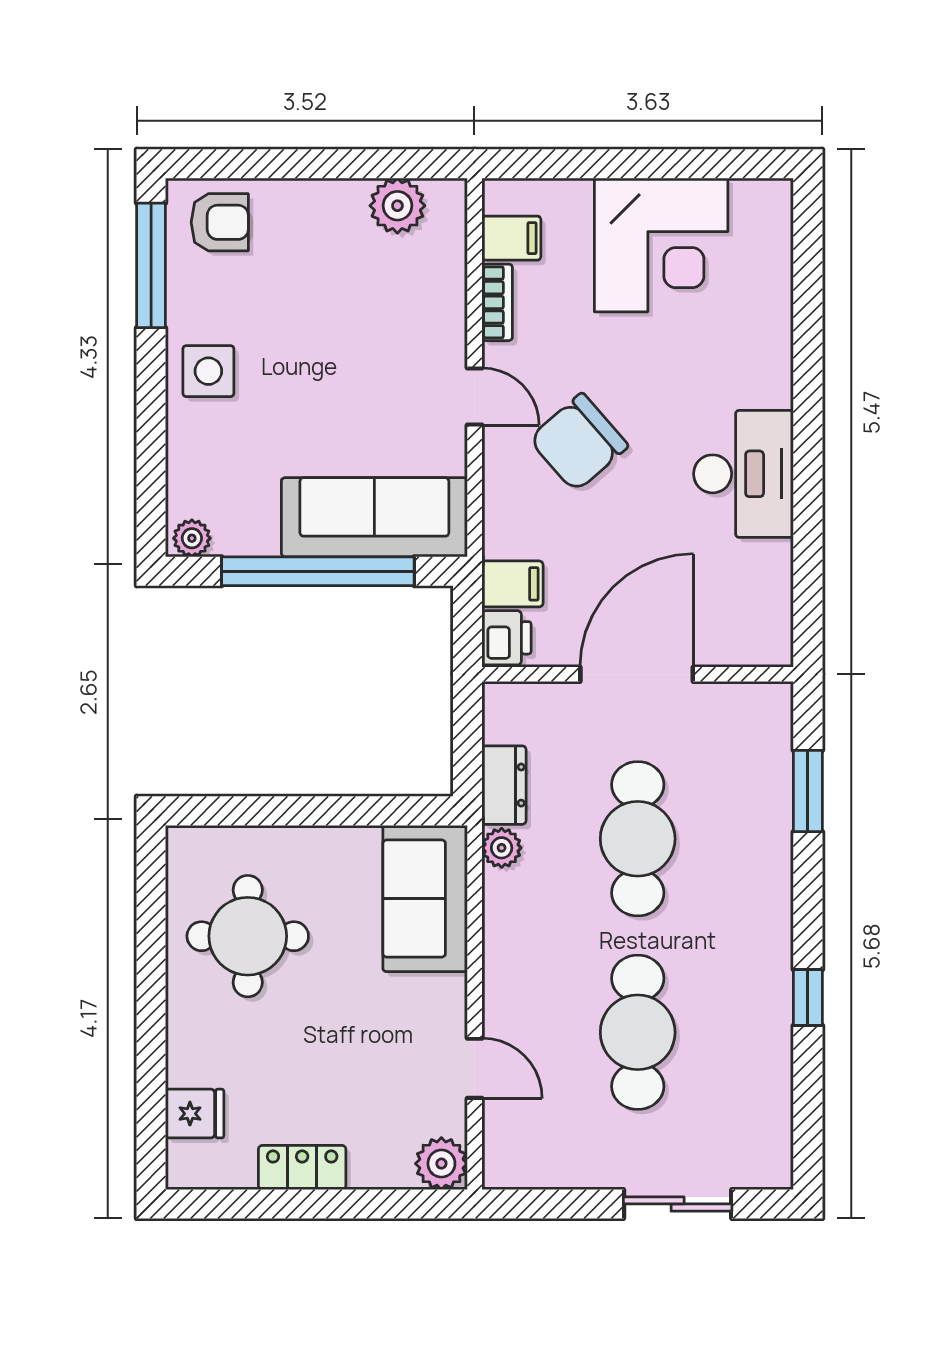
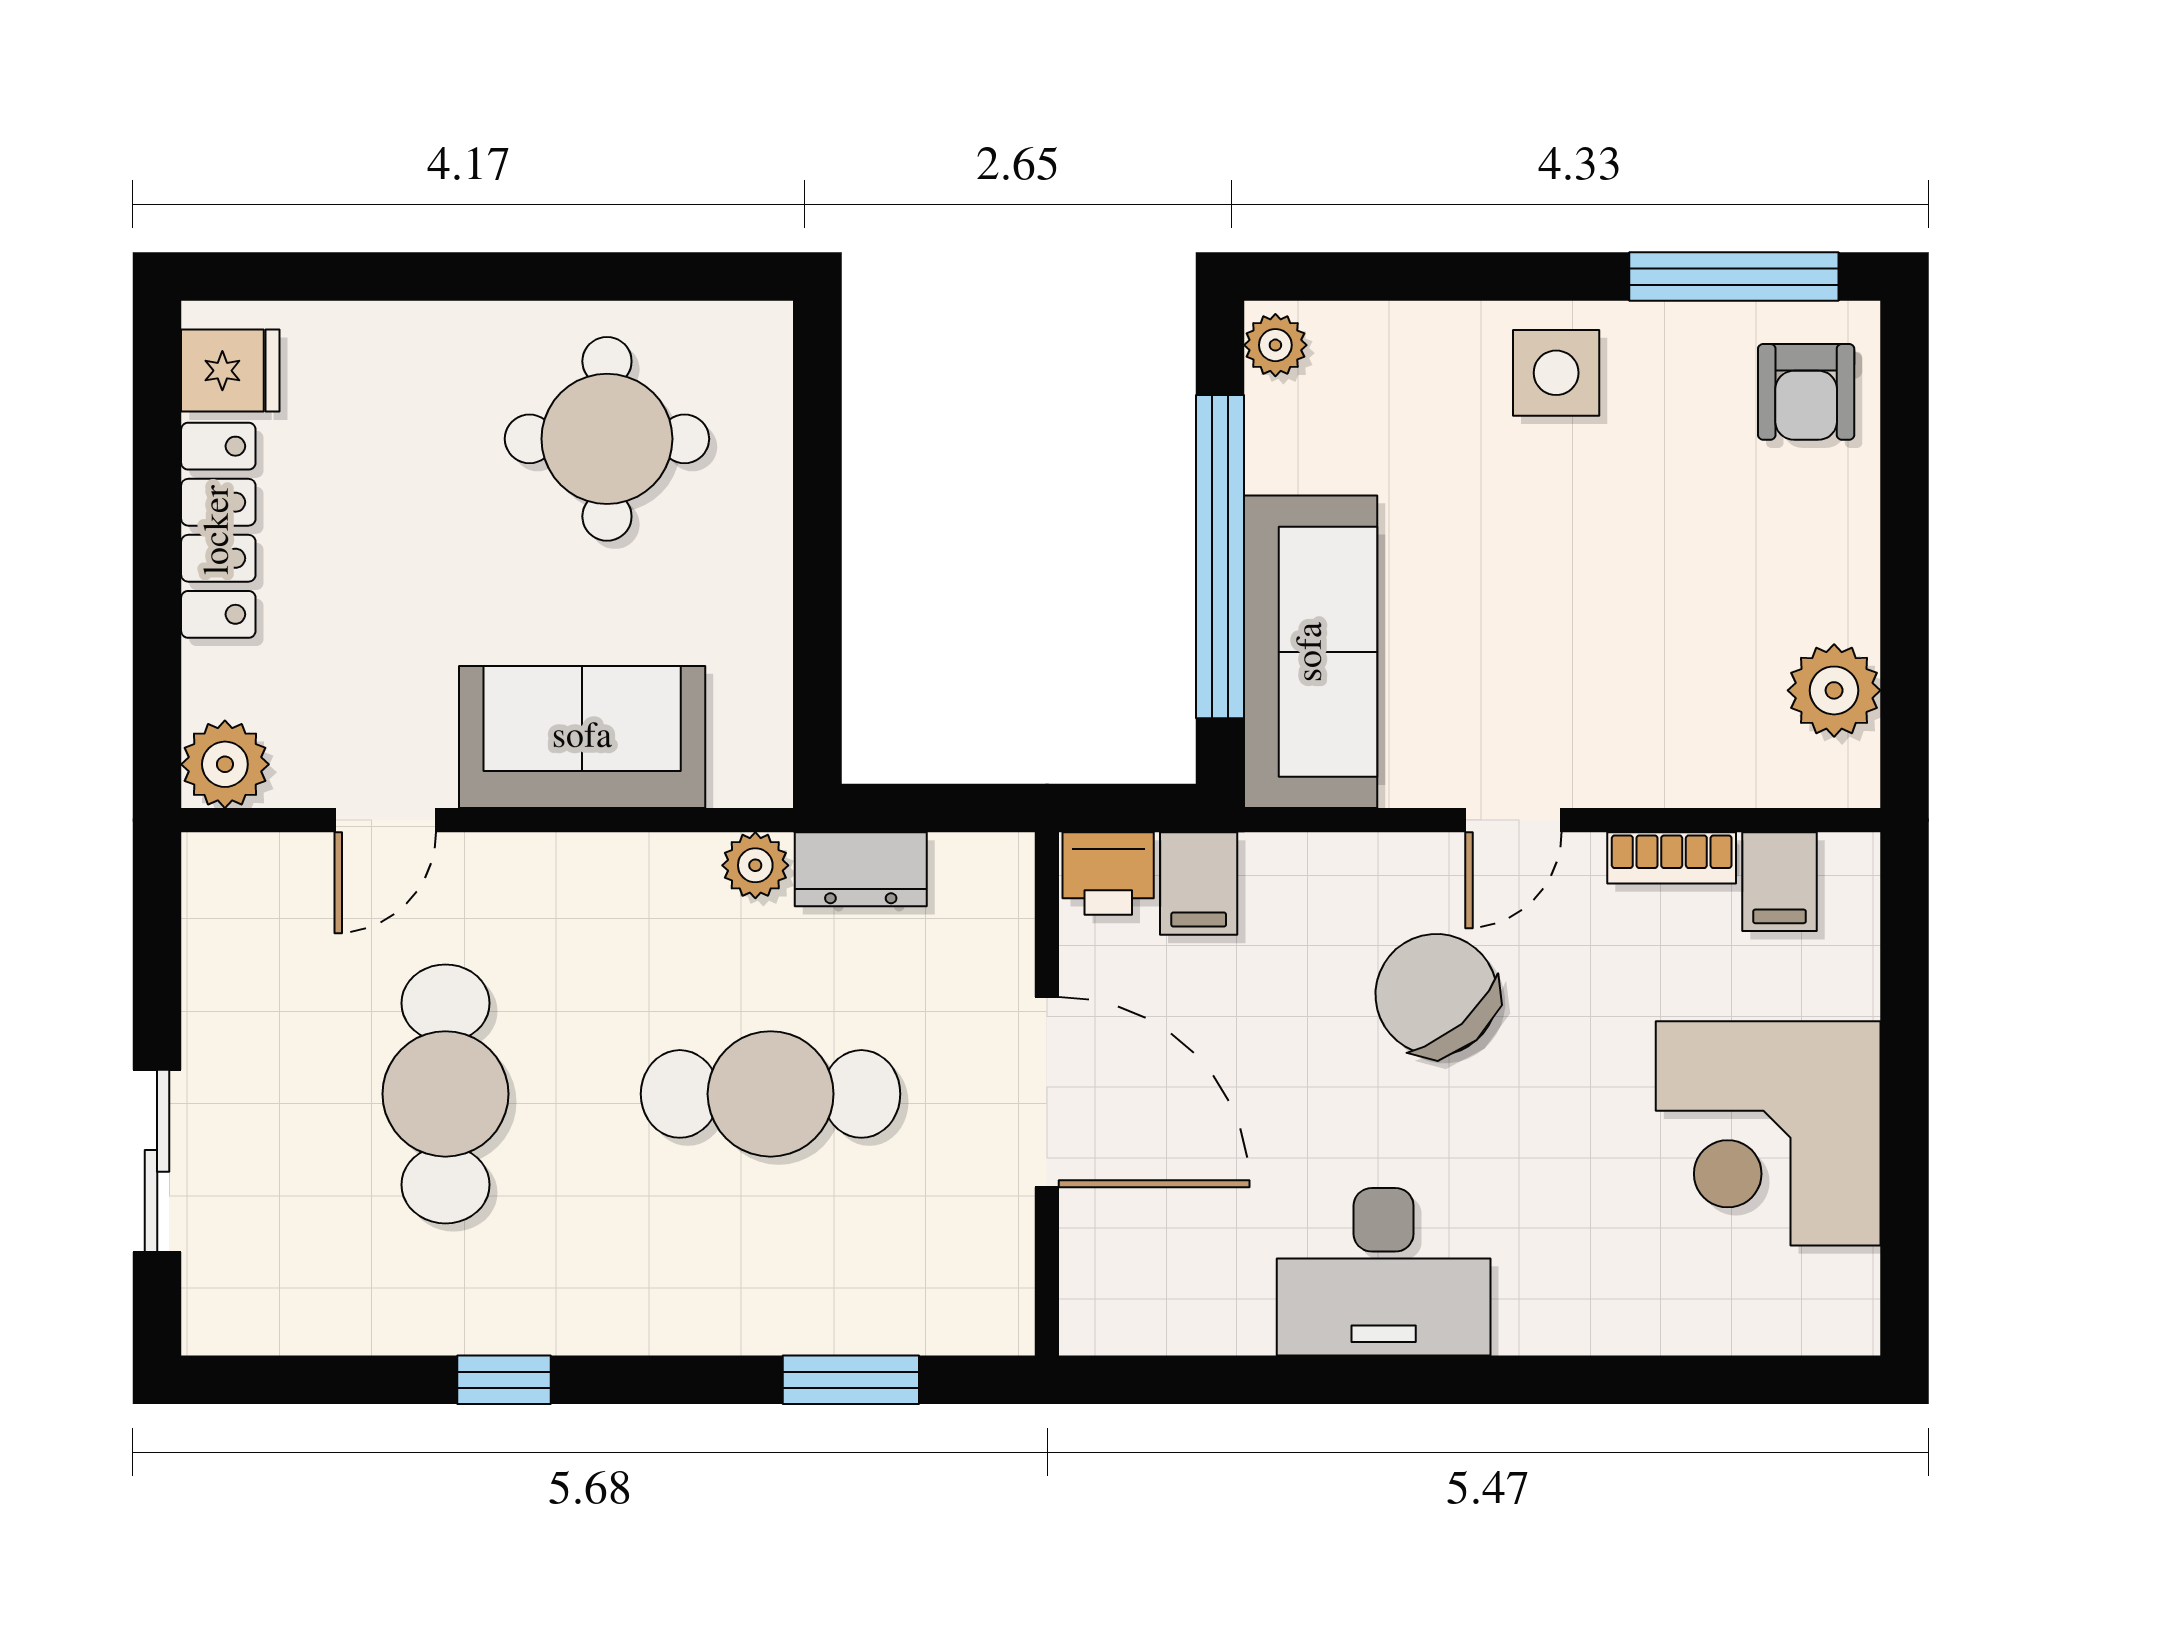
sofa: (425, 898) -> (582, 737), moved
cafe table: (638, 1032) -> (445, 1094), turned 90
fridge: (195, 1114) -> (230, 371), moved, turned -90
locker: (302, 1168) -> (218, 530), width x1.53

